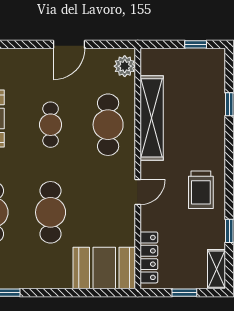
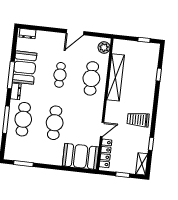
trolley: (201, 190) -> (138, 120), turned 89
door: (138, 192) -> (102, 129), moved

